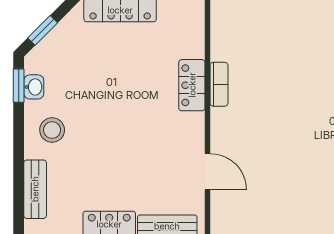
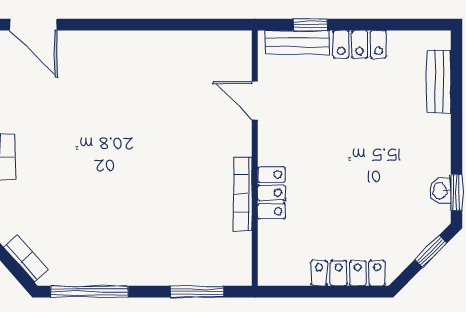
bookcase: (219, 84) -> (243, 194), width x1.56
stool: (52, 130) -> (421, 145), removed

